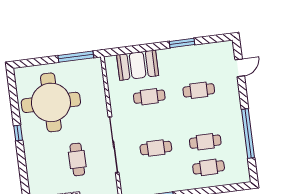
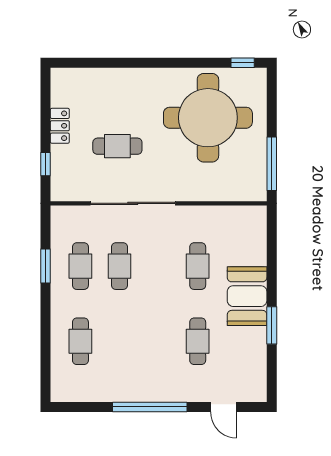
booth: (138, 65) -> (247, 296), moved
window: (18, 133) -> (243, 63), moved
window: (248, 134) -> (150, 407), moved
cafe table: (205, 142) -> (80, 266), moved

